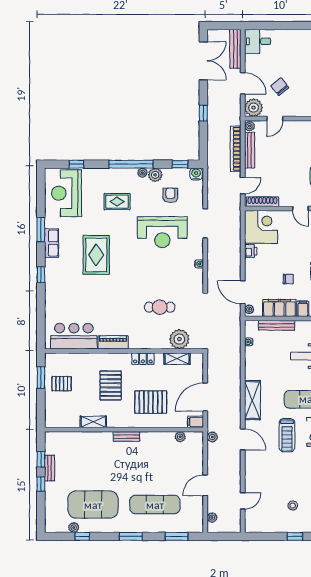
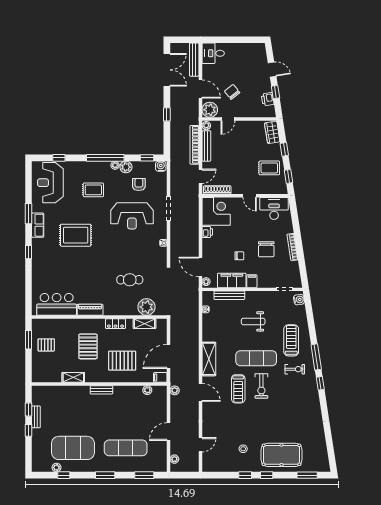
rug: (96, 255) -> (76, 235), turned 90

